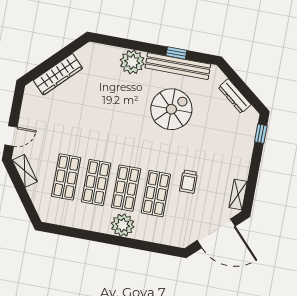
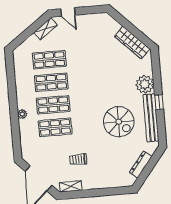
window: (176, 53) -> (159, 102), moved
wardrobe: (58, 74) -> (132, 43), moved
window: (261, 134) -> (119, 191), removed
trolley: (188, 182) -> (78, 159), moved
plant: (123, 225) -> (22, 114), width x0.53, depth x0.53

